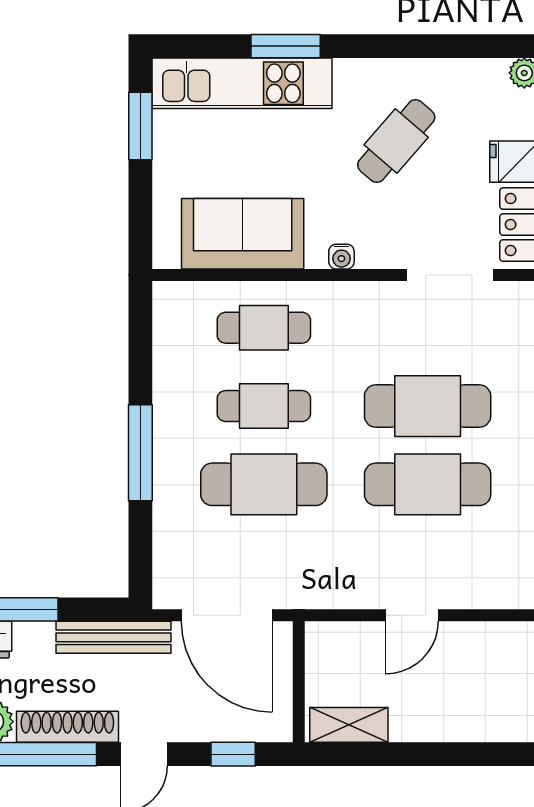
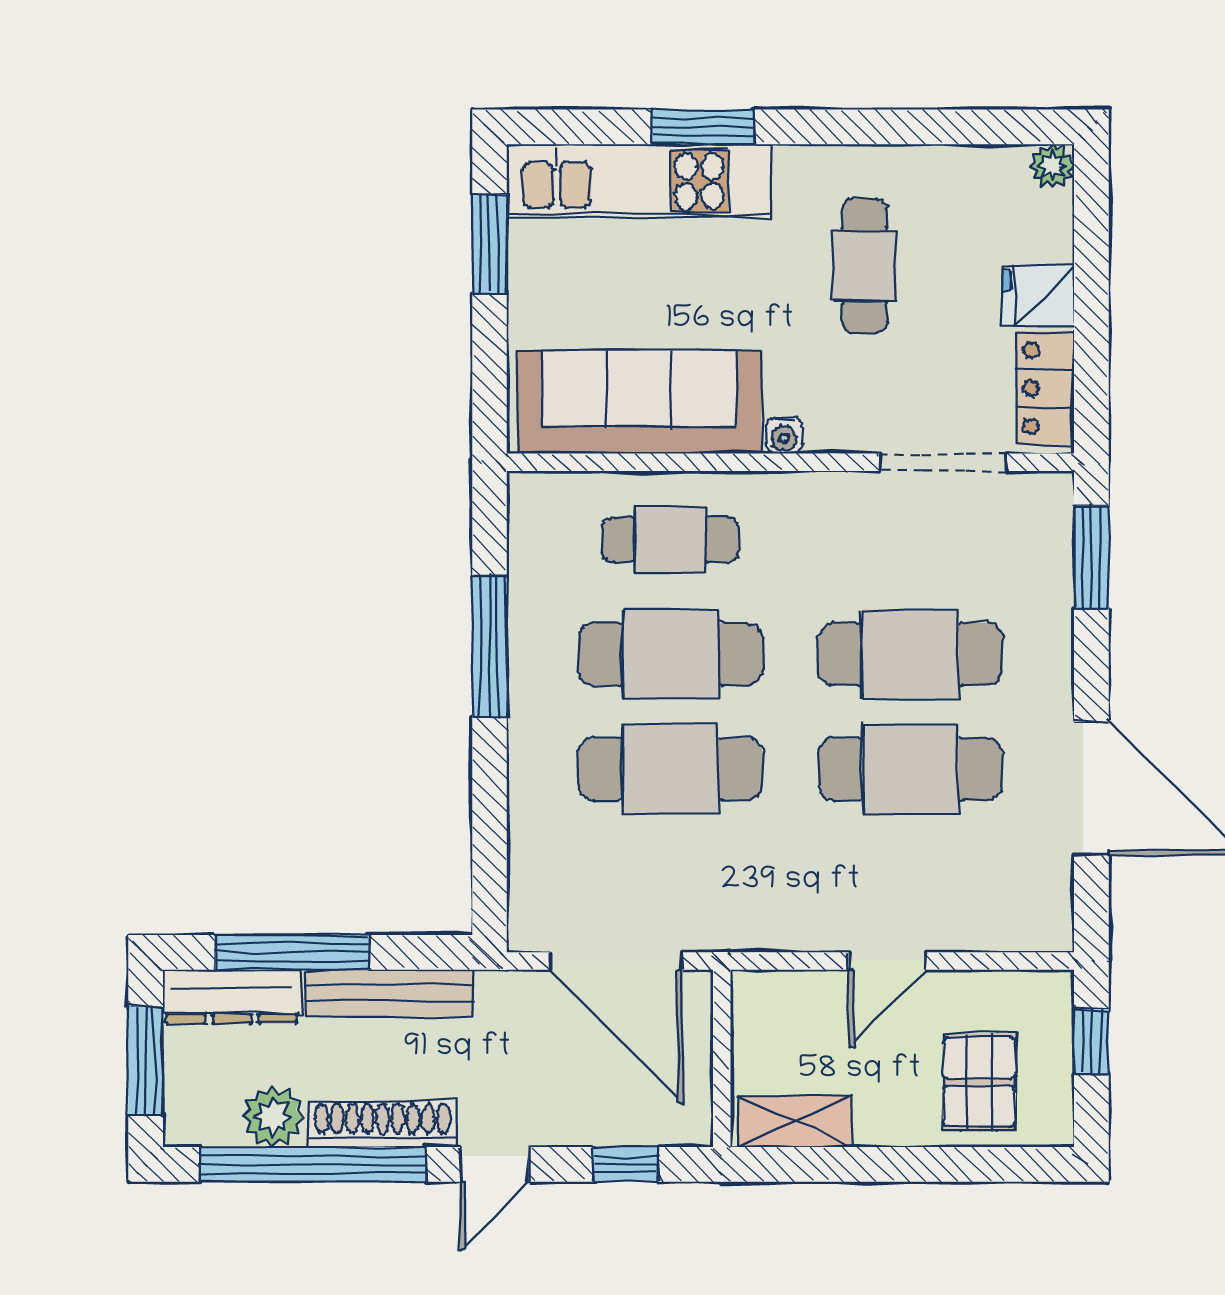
cafe table: (396, 141) -> (864, 266), turned -41
sofa: (243, 234) -> (639, 402), width x1.36
cafe table: (264, 406) -> (670, 654), width x1.37, depth x1.35
window: (140, 453) -> (490, 647), moved
bench: (114, 637) -> (389, 993), moved
pallet: (475, 698) -> (979, 1082), added

